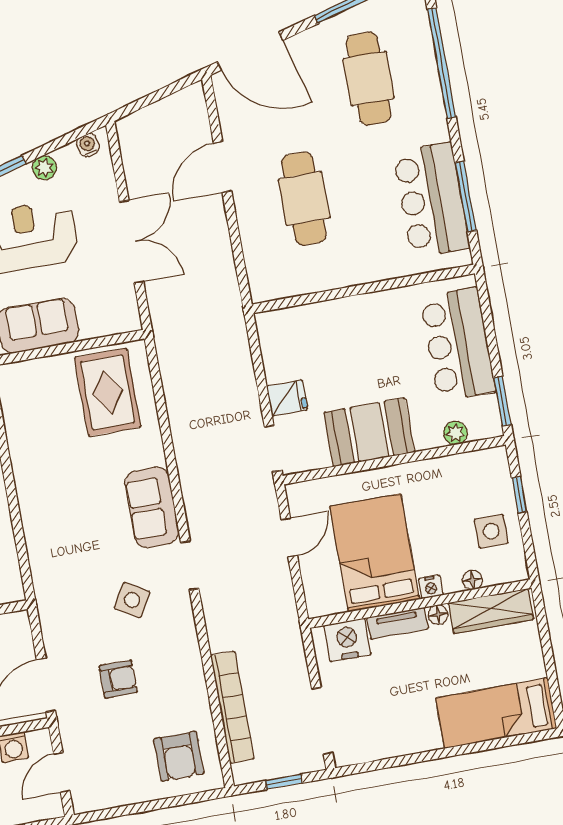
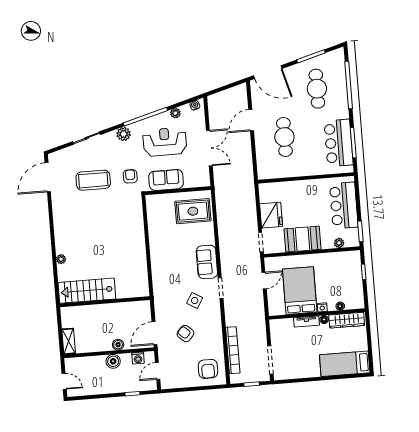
rug: (108, 392) -> (193, 211), turned 90
fridge: (287, 398) -> (271, 215), width x1.88, depth x1.34
side table: (491, 531) -> (350, 286), removed
nightstand: (347, 640) -> (284, 326), removed
armchair: (118, 679) -> (185, 334), turned -138

